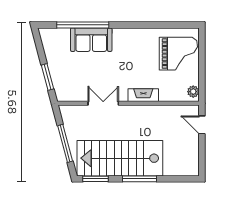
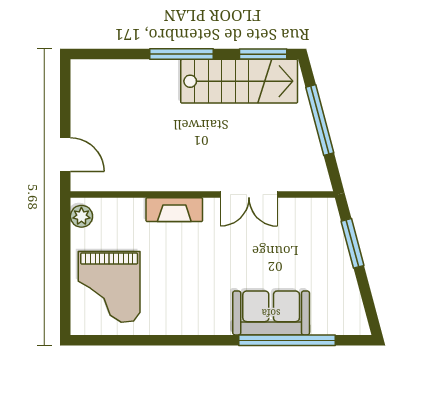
grand piano: (178, 54) -> (109, 287), turned -90
stairs: (120, 158) -> (239, 81), width x0.73, depth x0.66

